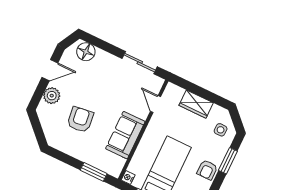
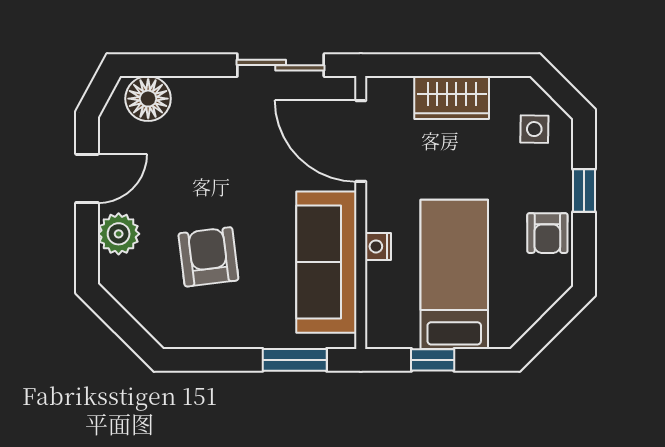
door: (156, 104) -> (361, 141), width x1.87
sofa: (125, 135) -> (326, 262), width x1.36
window: (228, 161) -> (584, 191), width x0.67
nightstand: (128, 177) -> (378, 246), moved

